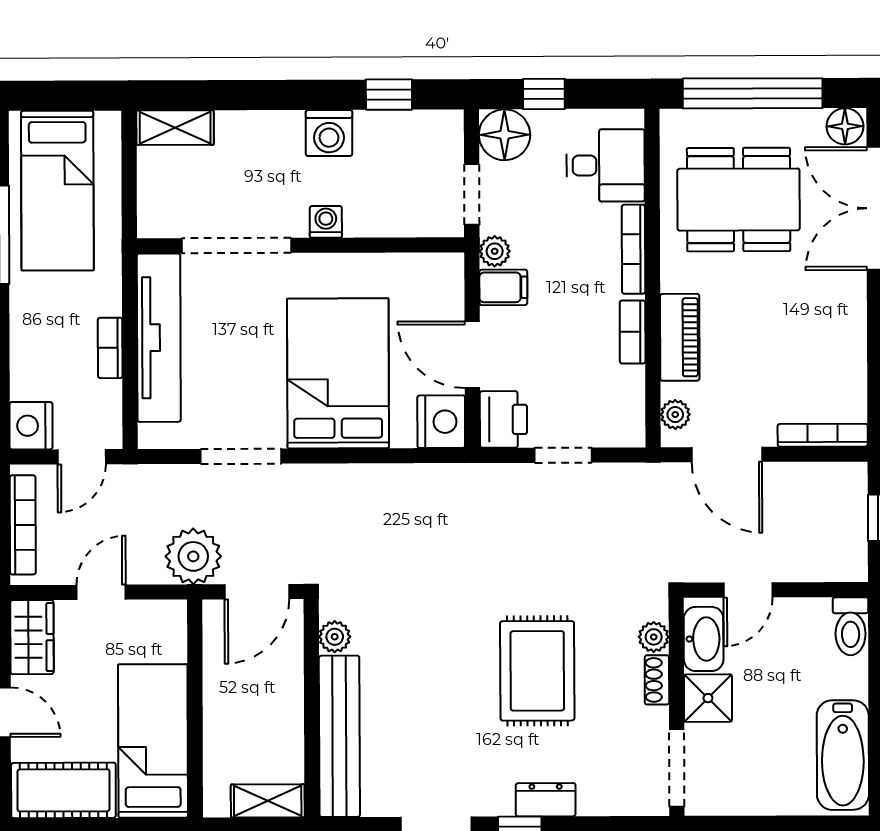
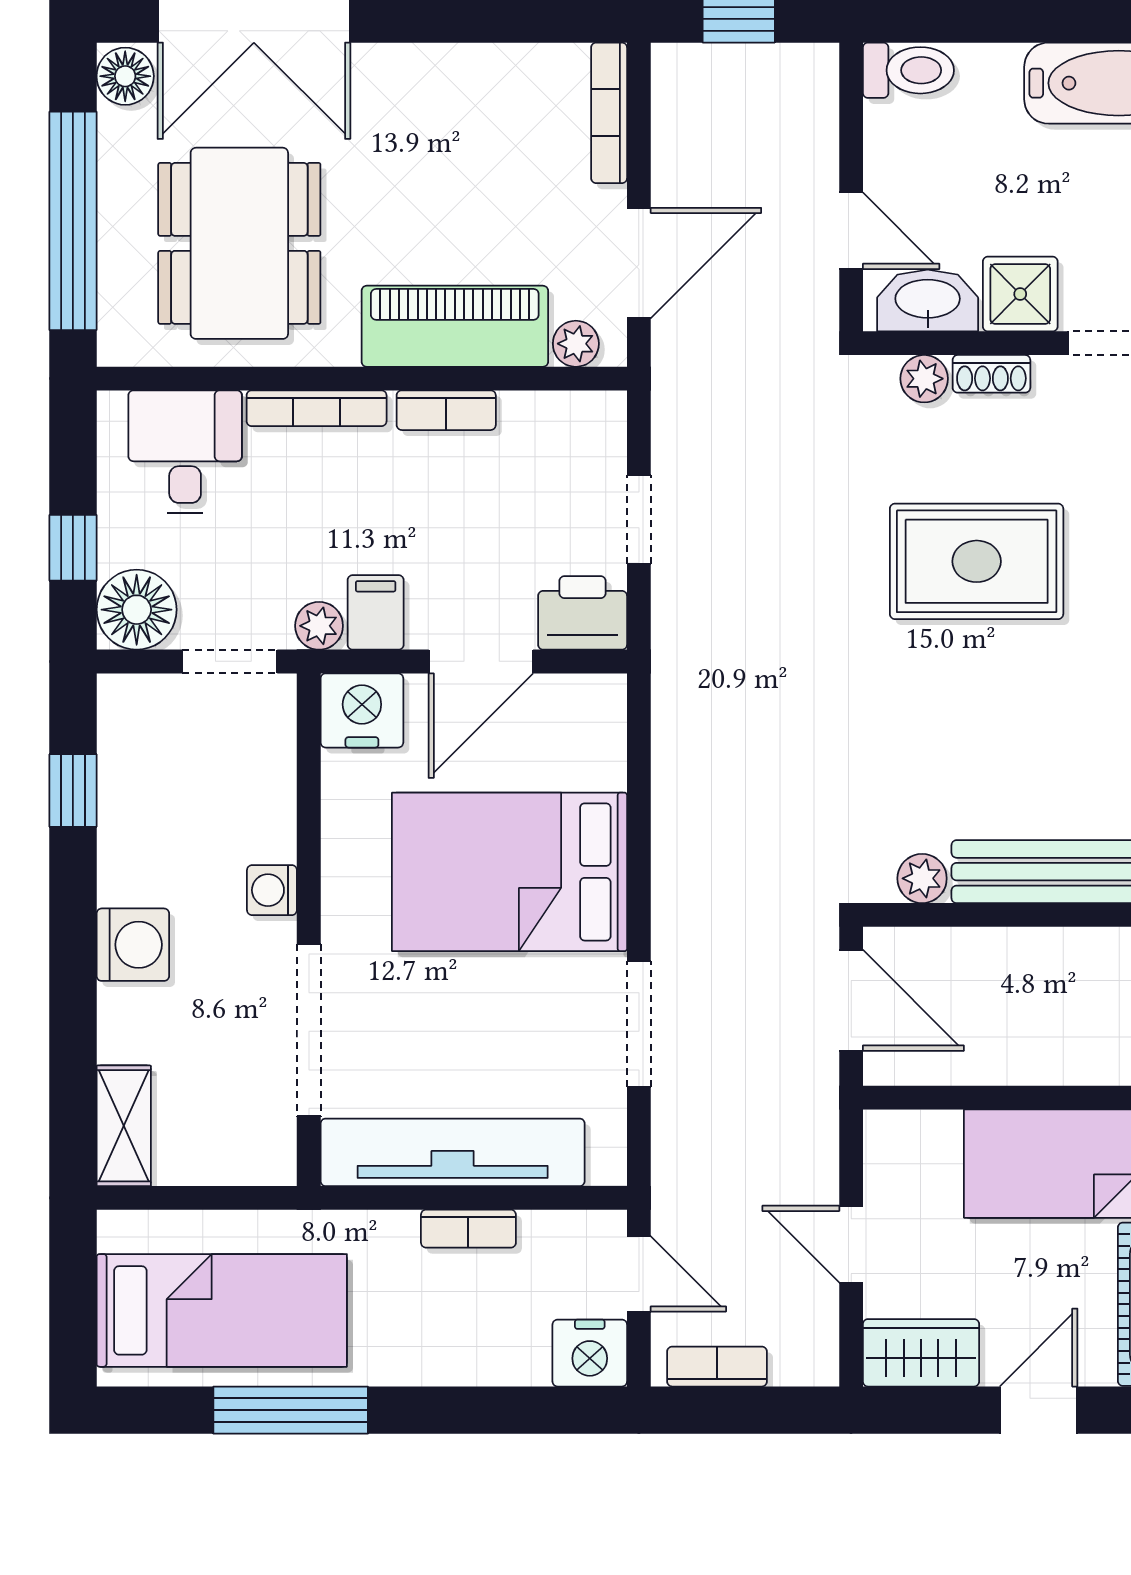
washing machine: (329, 133) -> (133, 945), moved
piano: (680, 337) -> (455, 326), width x1.37, depth x1.33
nightstand: (441, 422) -> (362, 710), moved
bookcase: (23, 525) -> (717, 1367), width x0.64
plant: (193, 556) -> (795, 1100), removed

